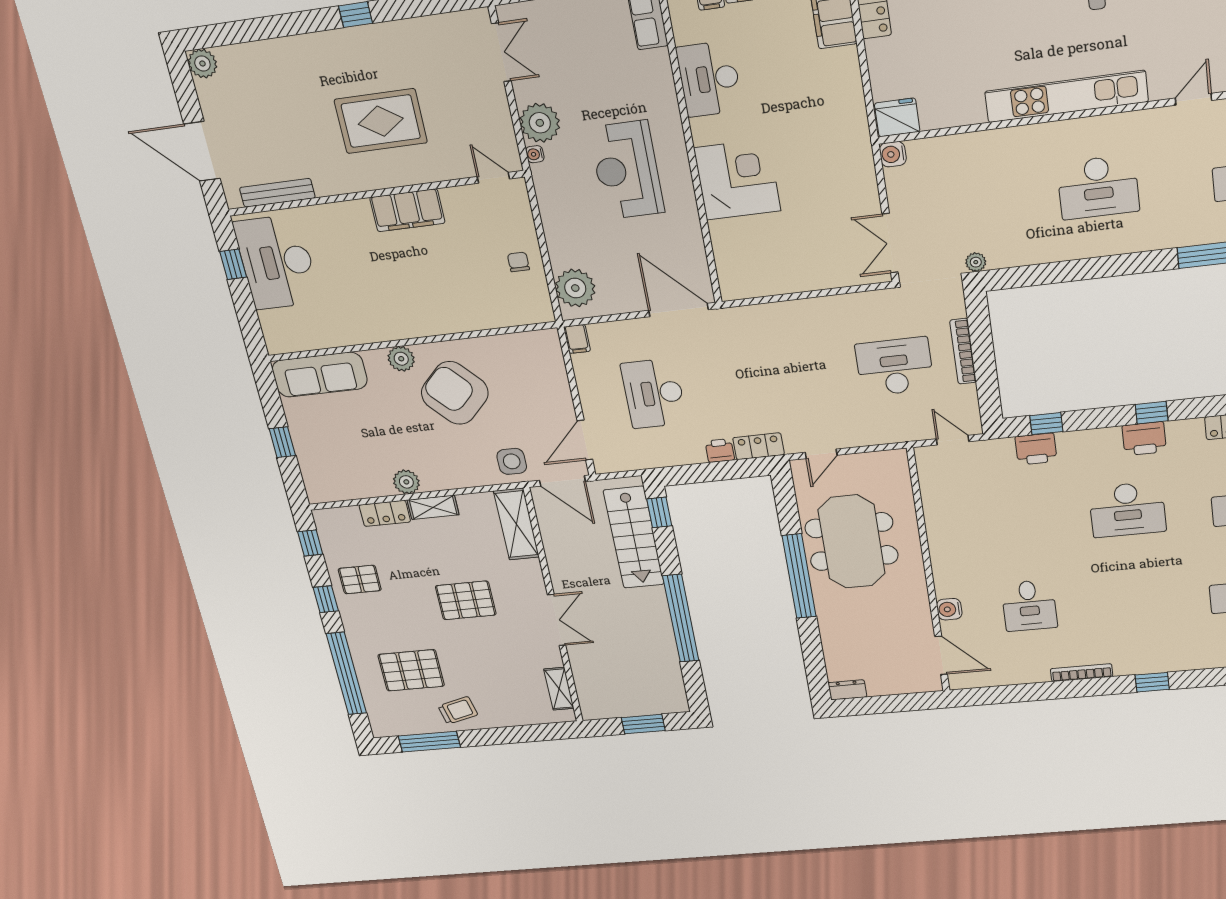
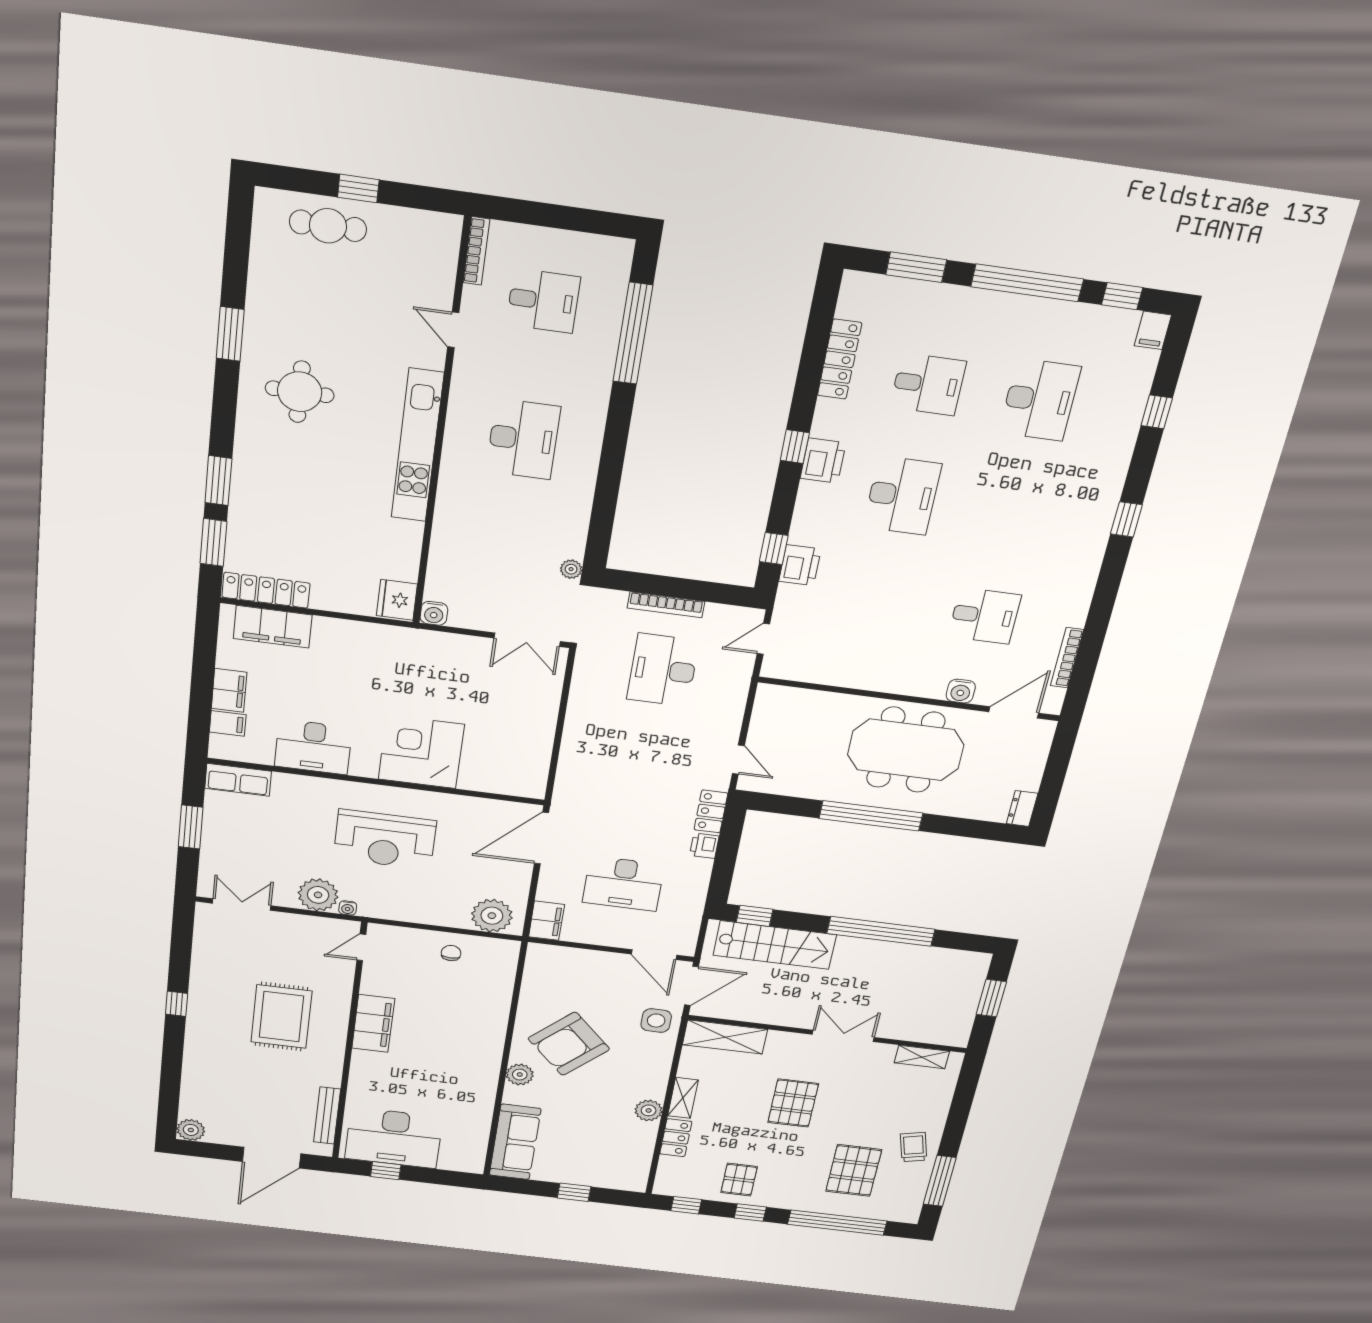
chair: (518, 262) -> (451, 953), turned 90
filing cabinet: (577, 339) -> (546, 921), width x2.00
meeting table: (852, 542) -> (906, 750), moved
bookcase: (1082, 673) -> (1067, 658), moved

